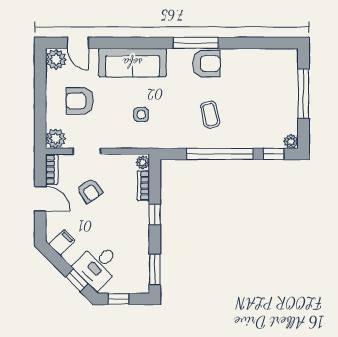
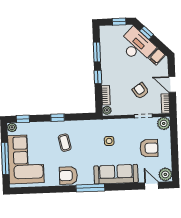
window: (196, 43) -> (90, 188), moved
corner sofa: (271, 91) -> (26, 159), added
window: (220, 154) -> (57, 118), width x0.32
desk: (98, 266) -> (137, 46), width x1.37
window: (155, 269) -> (97, 52), moved

